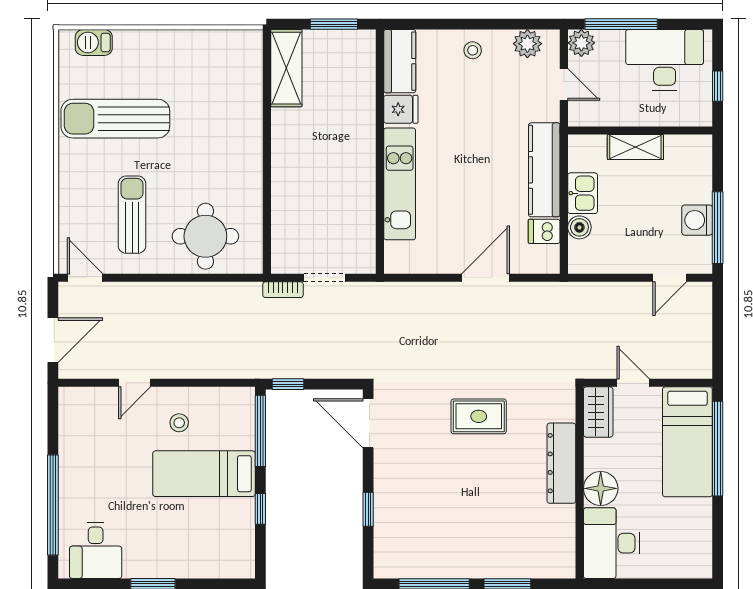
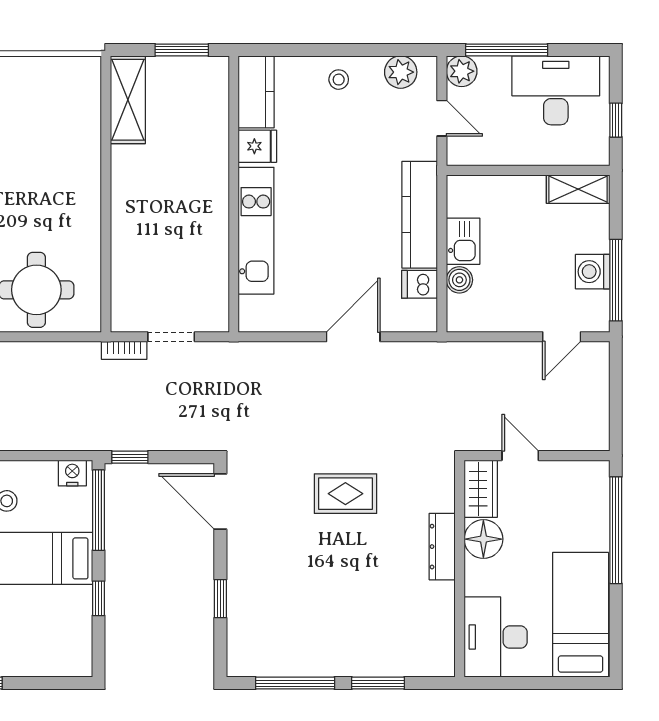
shelving: (635, 147) -> (578, 189), moved
nightstand: (237, 398) -> (72, 473), added
bed: (687, 442) -> (581, 615), moved, turned 180
dresser: (561, 463) -> (442, 547), width x0.73, depth x0.80
floor lamp: (601, 488) -> (483, 539), moved

